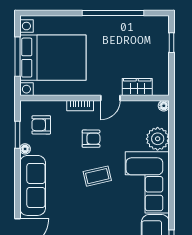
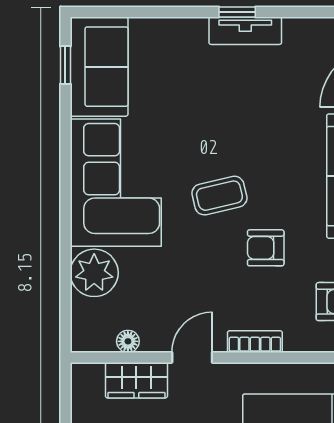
floor lamp: (164, 106) -> (128, 341), moved
armchair: (91, 139) -> (266, 248), moved

